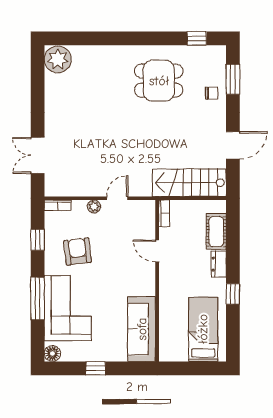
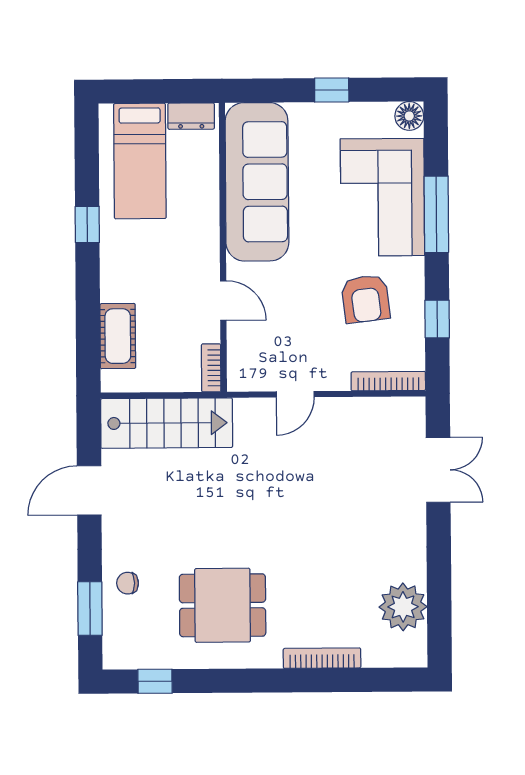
bookcase: (103, 51) -> (322, 658), added
plant: (58, 59) -> (403, 607), moved
bookcase: (58, 205) -> (388, 381), width x1.56
plant: (94, 207) -> (337, 379), removed
dresser: (219, 264) -> (191, 116), moved, turned 90
sofa: (142, 329) -> (257, 182), width x1.36, depth x1.27

